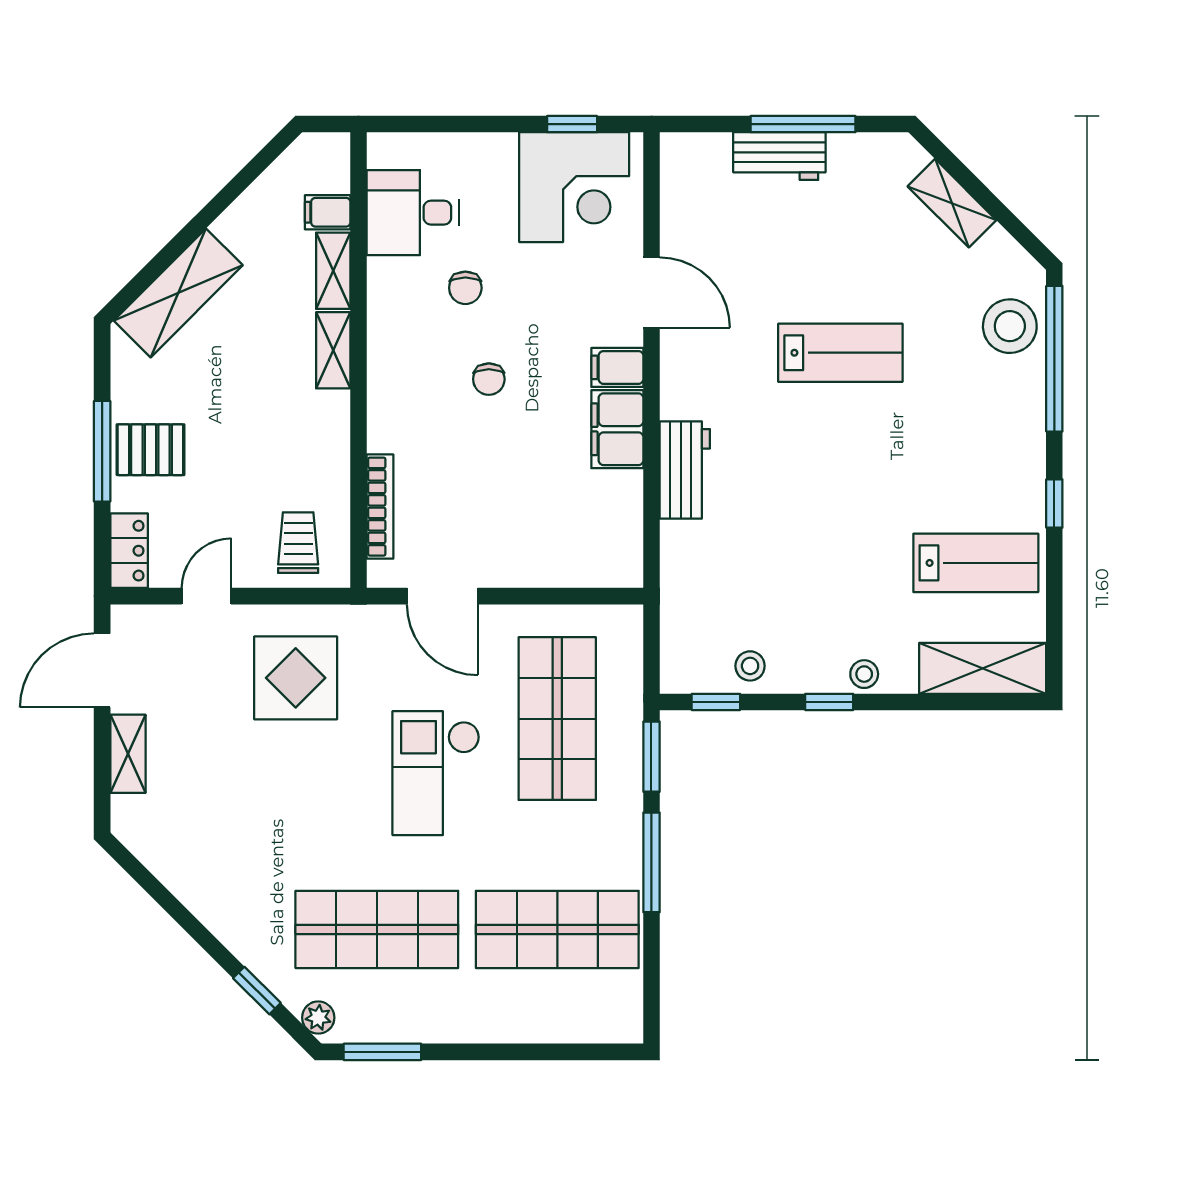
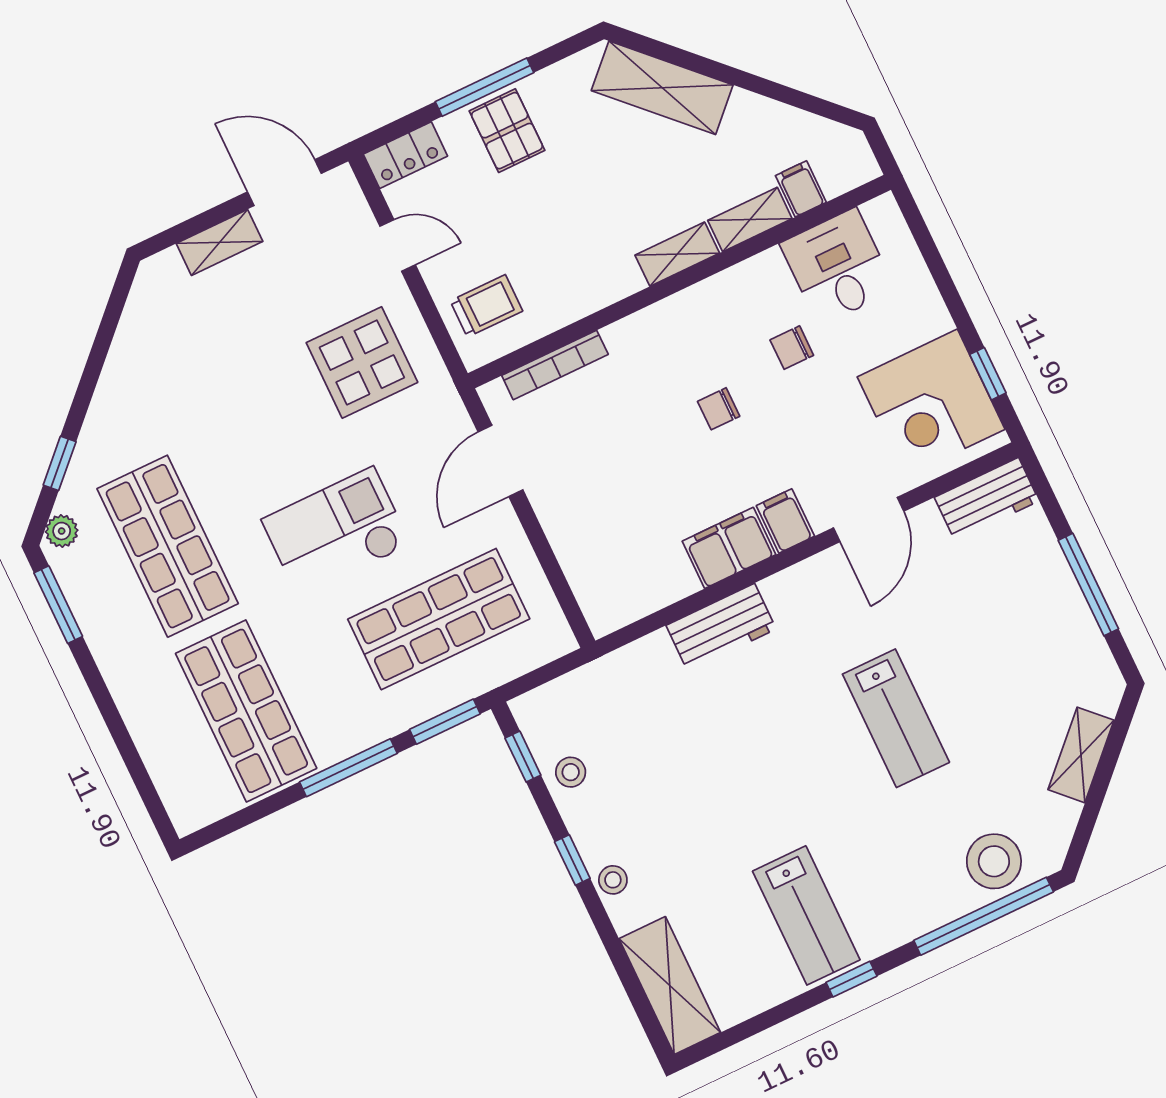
workbench: (779, 156) -> (987, 499), moved, turned -90
lab bench: (976, 563) -> (806, 915), moved

